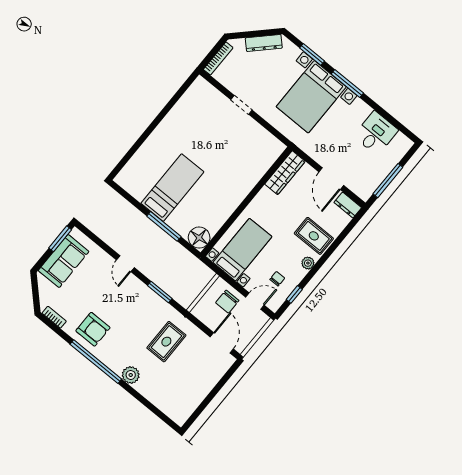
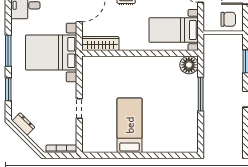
dresser: (264, 43) -> (23, 124), width x0.70
bed with nightstands: (311, 97) -> (51, 52), moved, turned 180
bed: (172, 188) -> (130, 125), moved, turned 90
chair: (227, 302) -> (228, 19), moved

